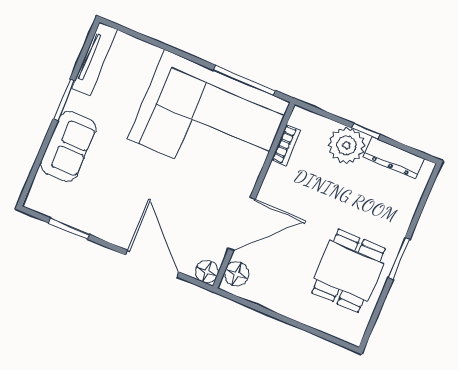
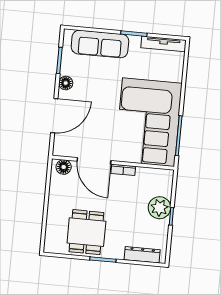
bookcase: (286, 145) -> (123, 170), moved
sofa: (68, 146) -> (100, 44), width x1.36
dresser: (394, 158) -> (142, 255), moved, turned 90
dining table: (349, 271) -> (86, 232), turned 90
floor lamp: (207, 272) -> (66, 83), moved

